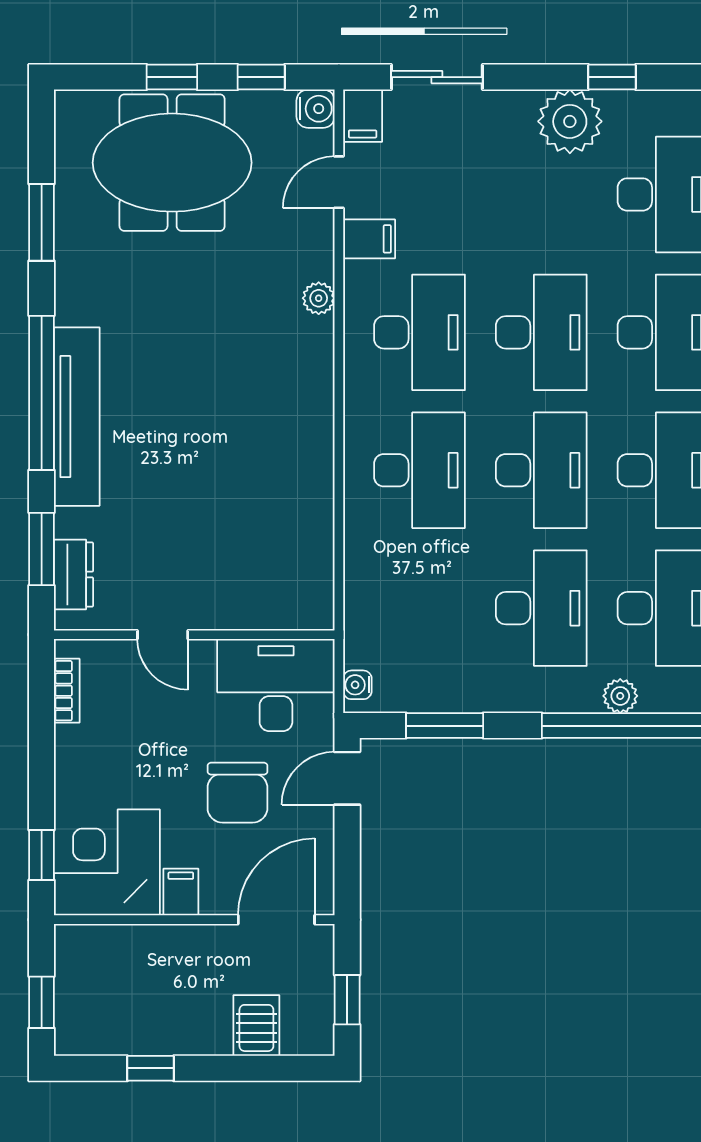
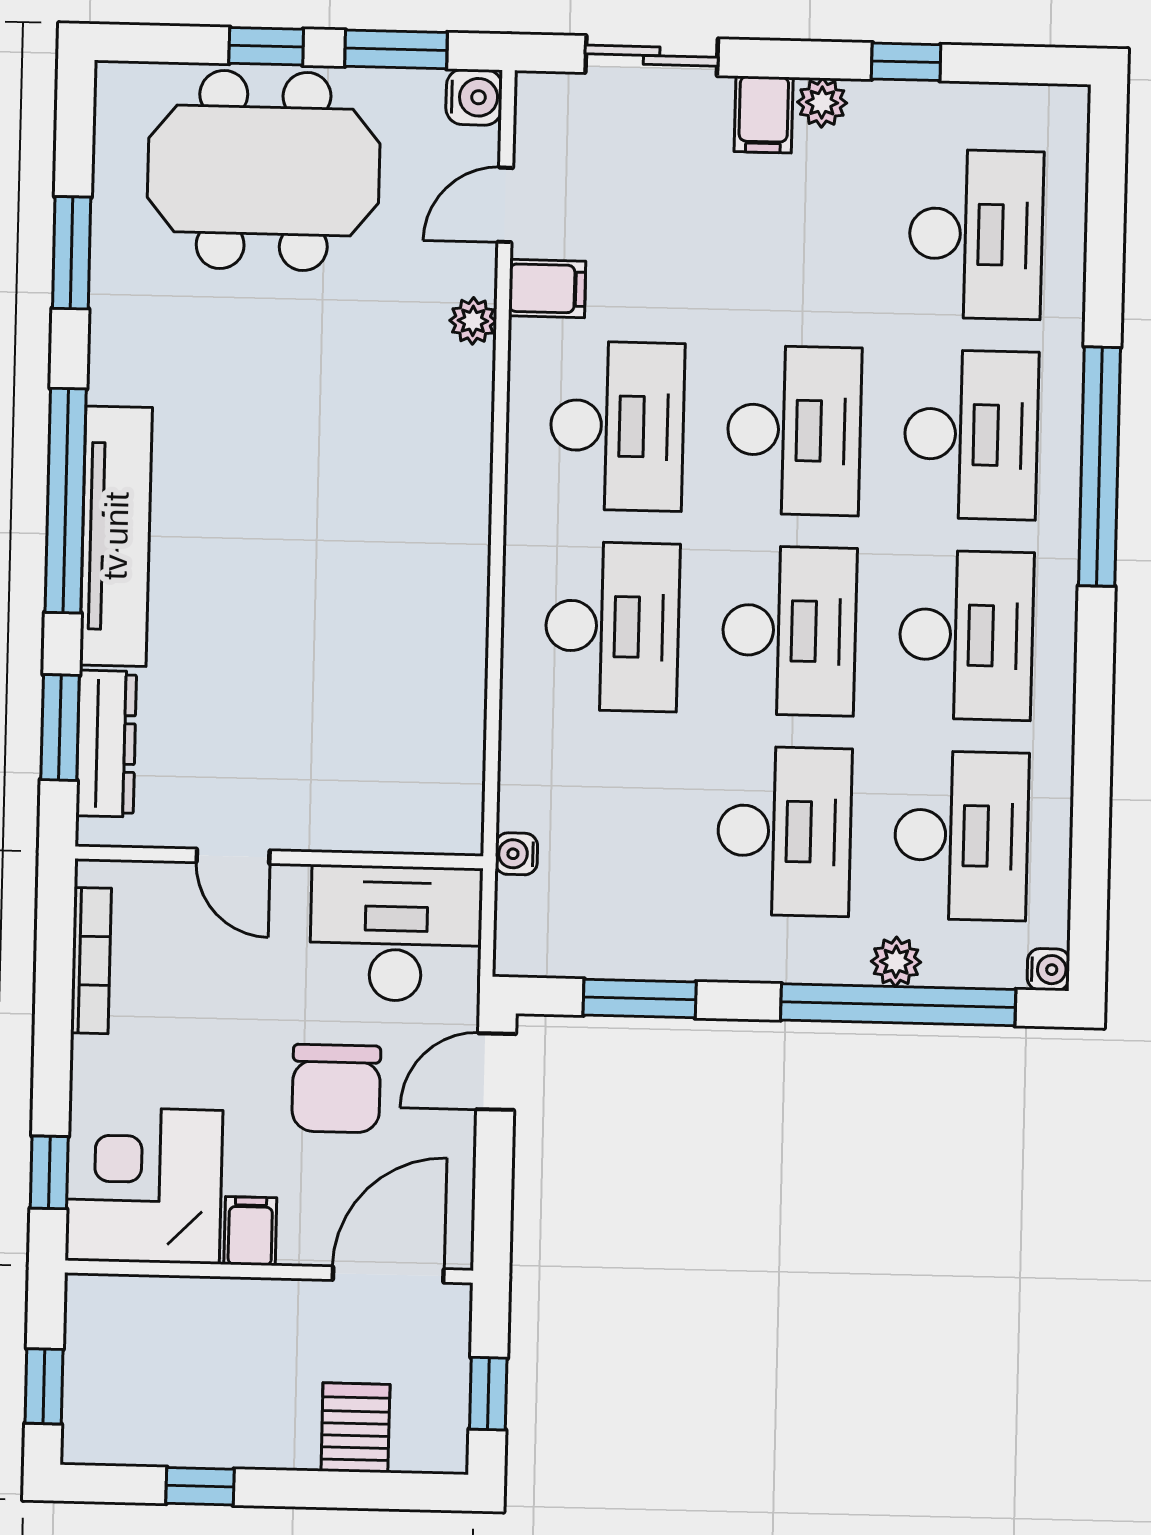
window: (261, 77) -> (396, 49), width x1.50
filing cabinet: (363, 116) -> (764, 114), moved
plant: (570, 121) -> (822, 103), width x0.53, depth x0.53
plant: (319, 298) -> (473, 321), moved
dresser: (74, 575) -> (106, 744), width x1.44
water cooler: (357, 685) -> (516, 854), moved
bookcase: (67, 691) -> (91, 961), width x1.56

